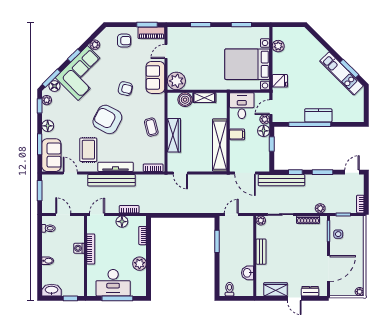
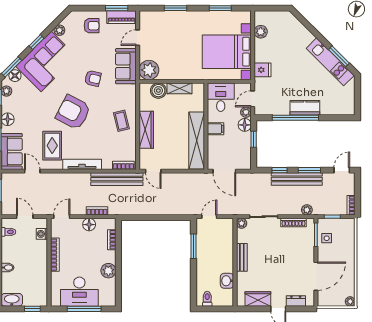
bench: (112, 180) -> (117, 179), moved
bench: (281, 180) -> (297, 179), moved
washing machine: (79, 248) -> (42, 234), moved

